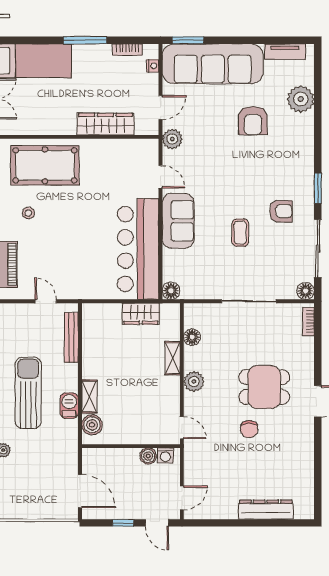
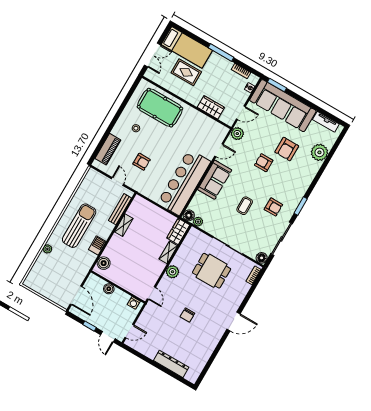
rug: (53, 96) -> (186, 72), added
wardrobe: (106, 124) -> (211, 107), width x0.67
armchair: (232, 158) -> (264, 163), added
door: (160, 177) -> (219, 150), hinge flipped
armchair: (63, 255) -> (142, 162), added
plant: (189, 292) -> (198, 222), added
wardrobe: (141, 314) -> (178, 232), moved, turned 90
floor lamp: (192, 337) -> (186, 247), removed
dining table: (264, 387) -> (212, 271), moved
shelving: (89, 396) -> (124, 225), moved
boiler: (148, 456) -> (109, 289), moved

